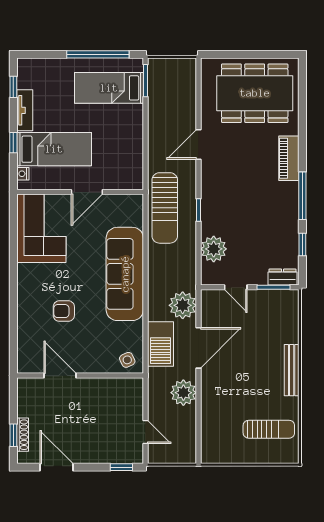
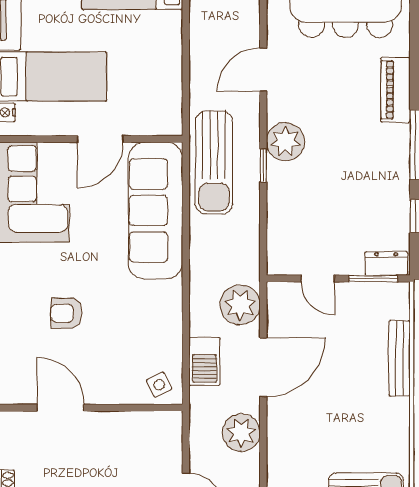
plant: (214, 249) -> (285, 142), moved
sofa: (125, 274) -> (155, 211), moved
barbecue: (161, 344) -> (204, 361), width x0.73, depth x0.83
bench: (292, 370) -> (399, 358), moved

